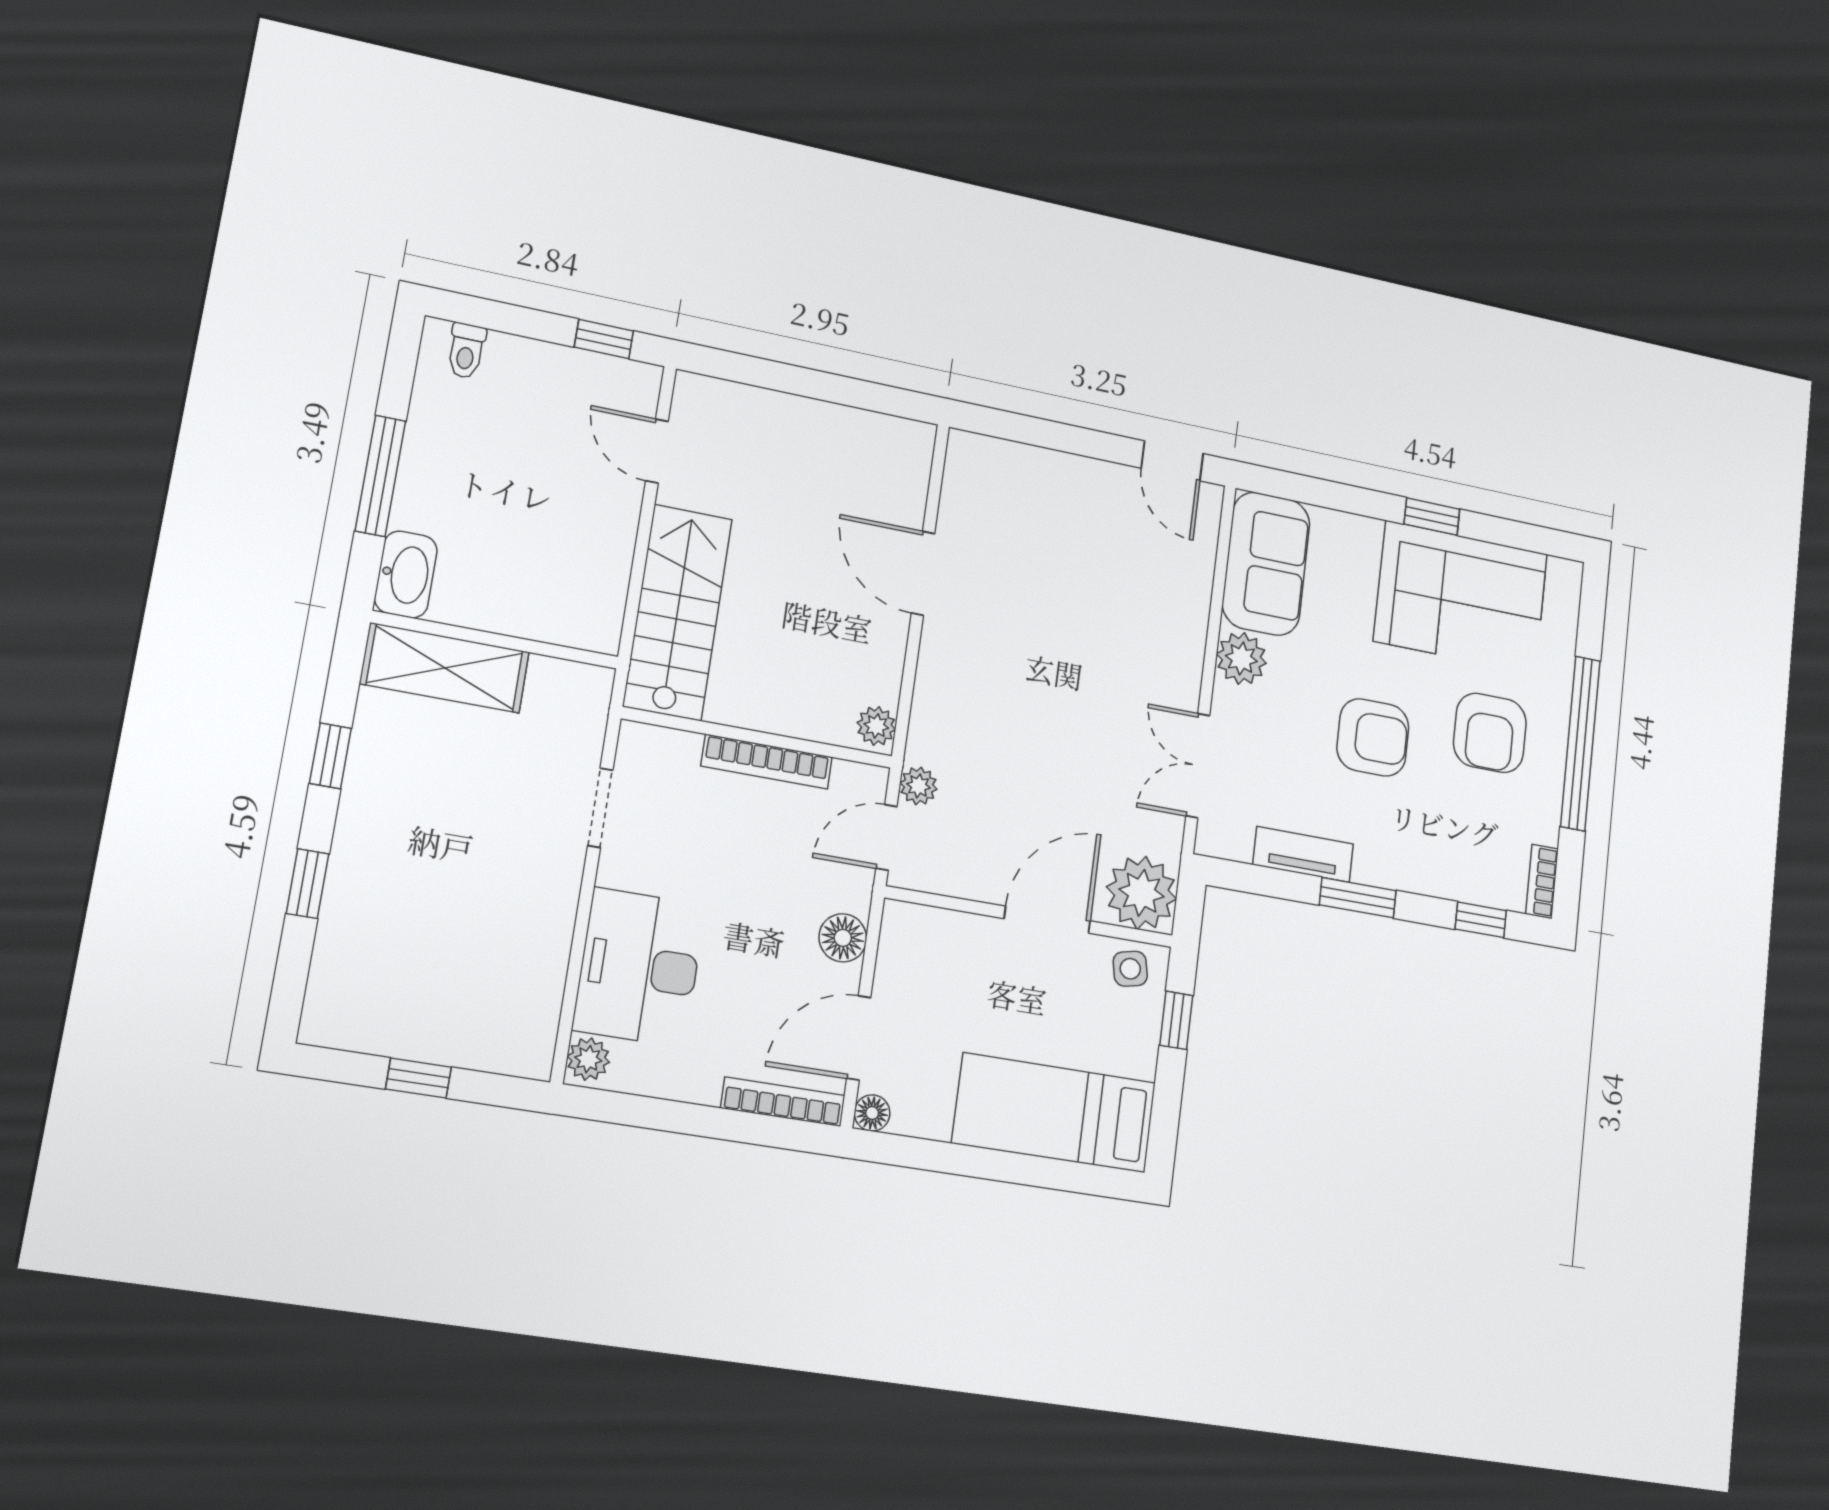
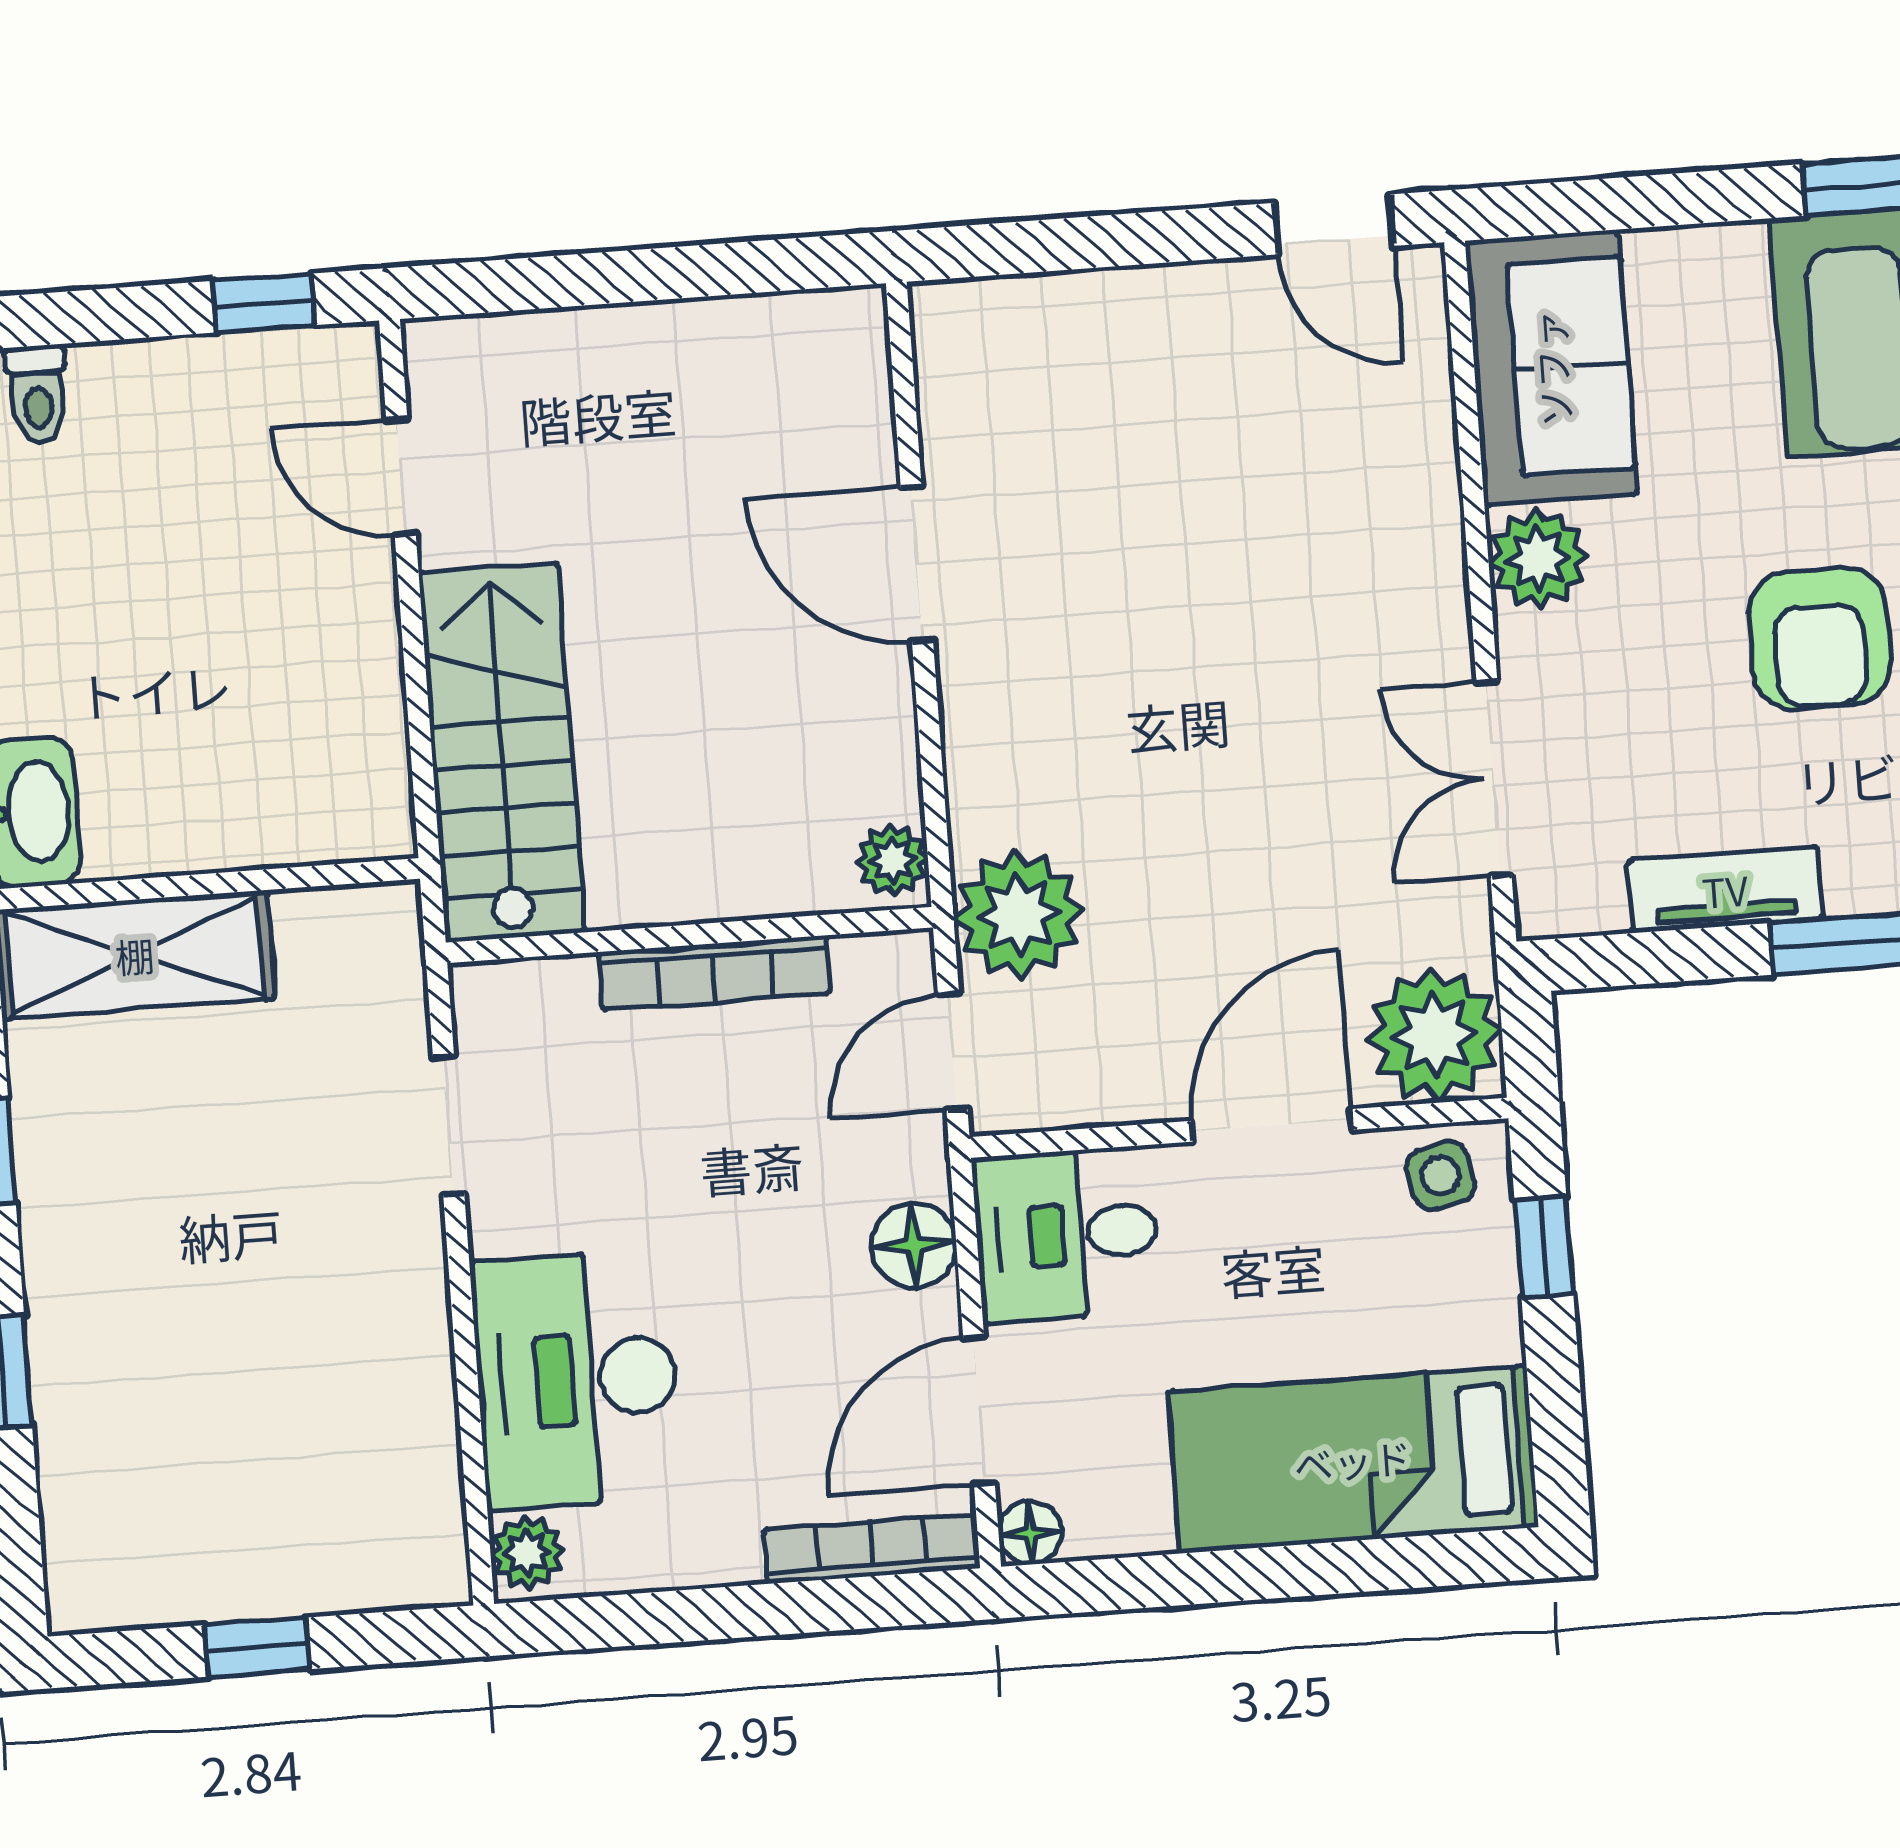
armchair: (1373, 737) -> (1819, 639), turned 90
plant: (919, 786) -> (1018, 914), width x1.88, depth x1.88
desk: (927, 952) -> (1067, 1234), added

